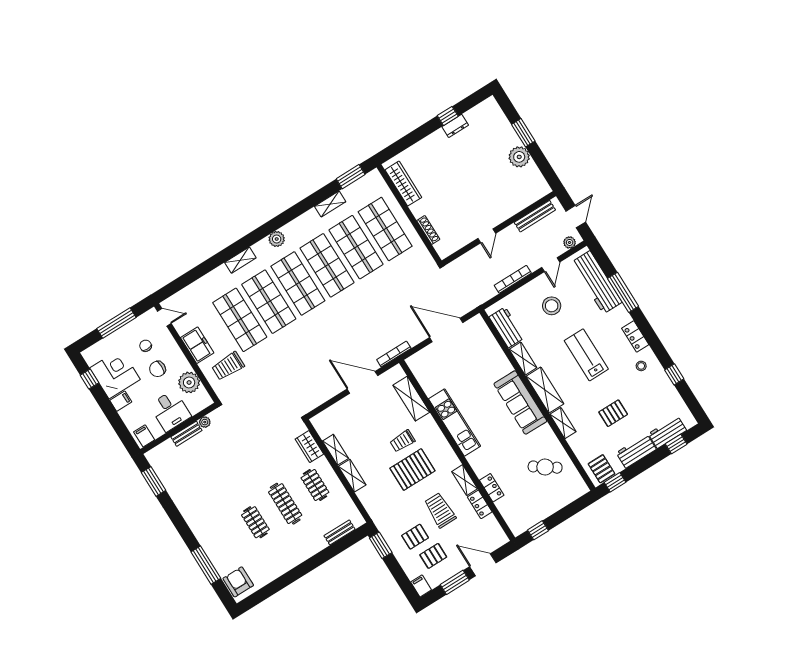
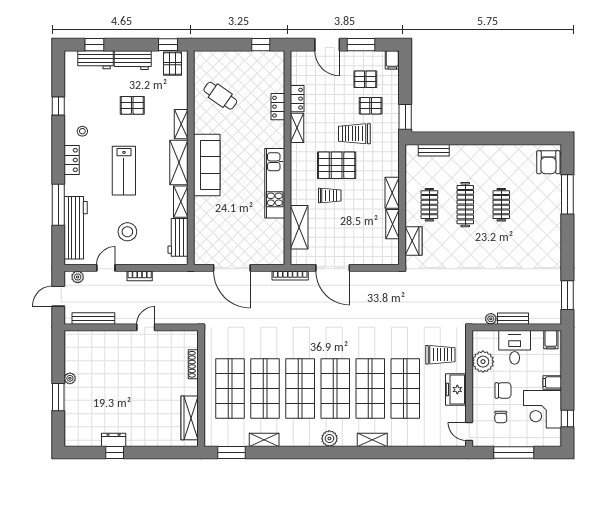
plant: (519, 157) -> (70, 378), width x0.53, depth x0.53
bookcase: (513, 279) -> (140, 276), width x0.64
trolley: (440, 510) -> (354, 134), moved, turned 90

